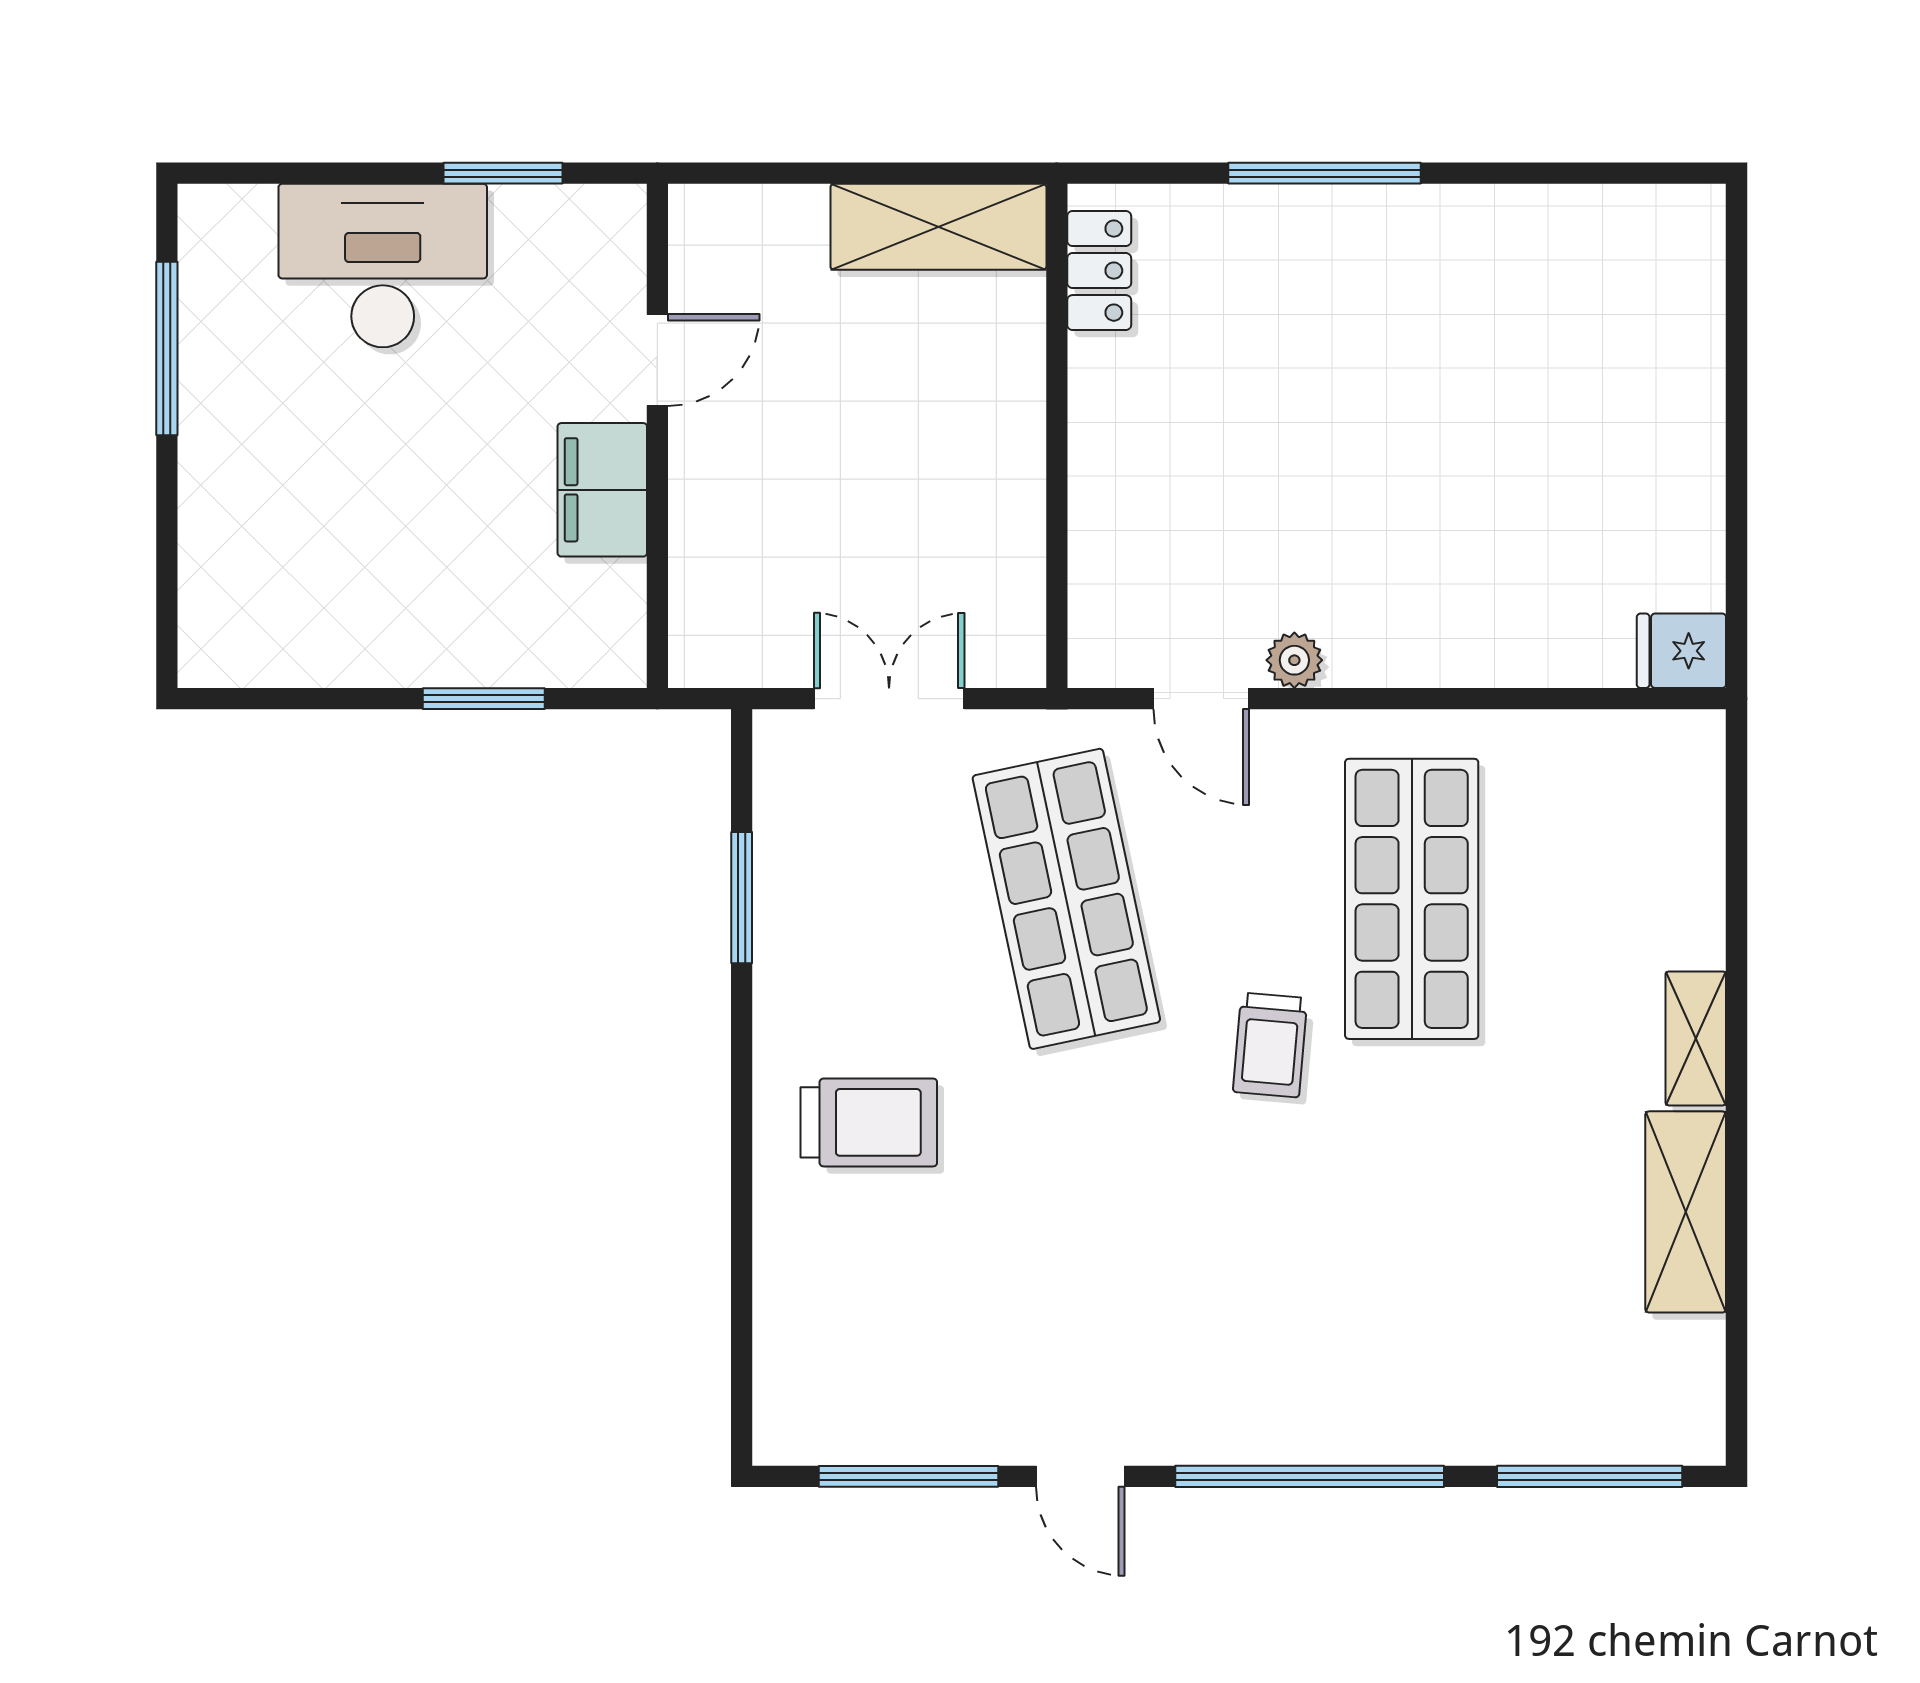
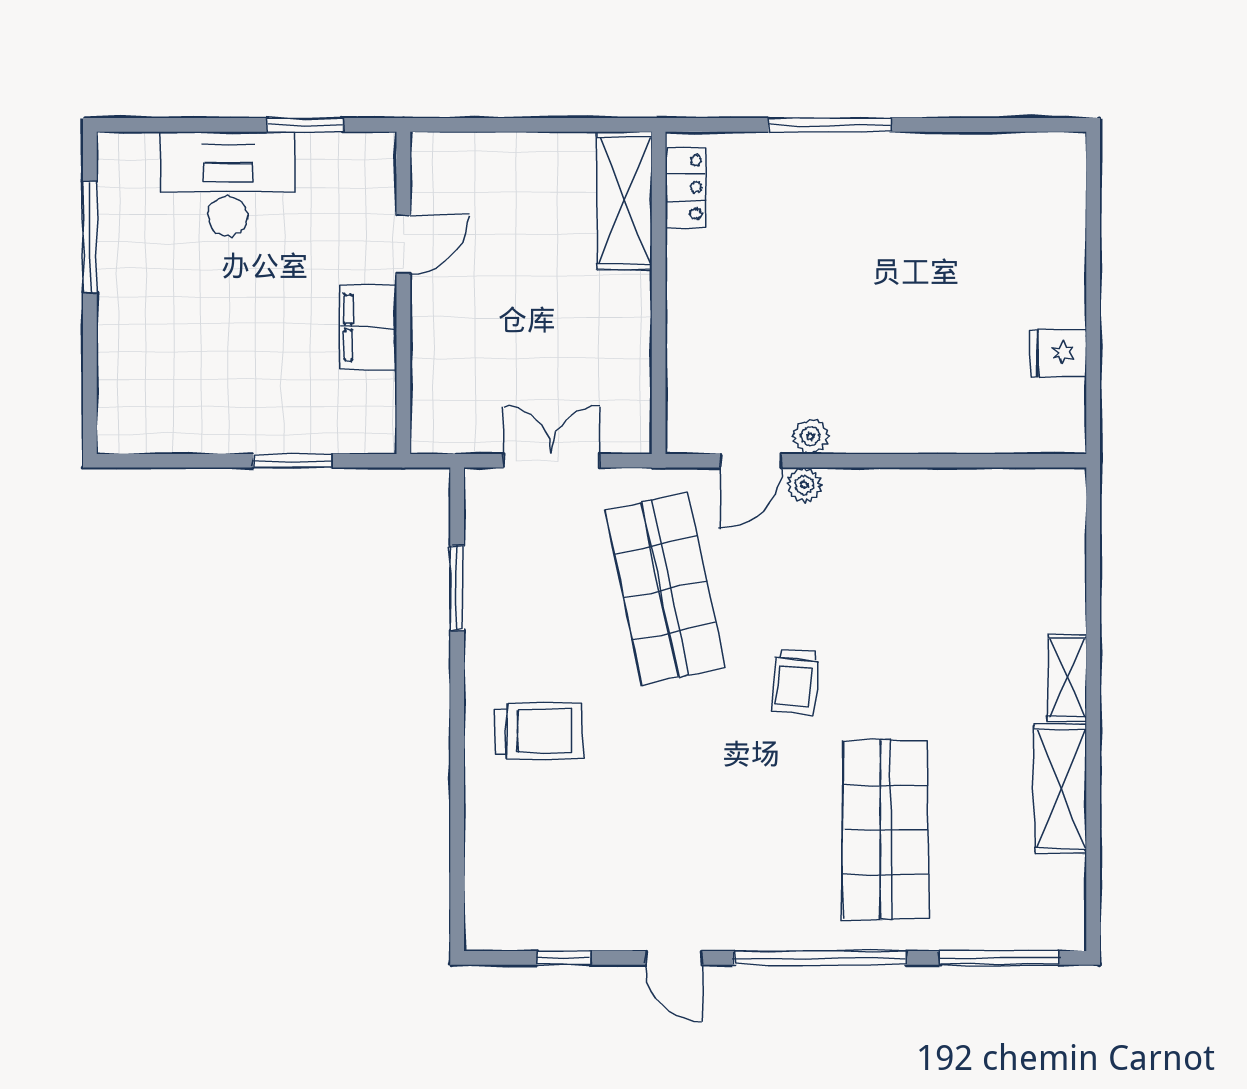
shelving: (938, 227) -> (624, 201), moved, turned 90
fridge: (1681, 651) -> (1058, 353), moved
door: (1201, 699) -> (751, 461), hinge flipped
plant: (1284, 736) -> (804, 485), added
shop shelf: (1412, 899) -> (885, 830), moved
window: (908, 1476) -> (564, 958), width x0.46

